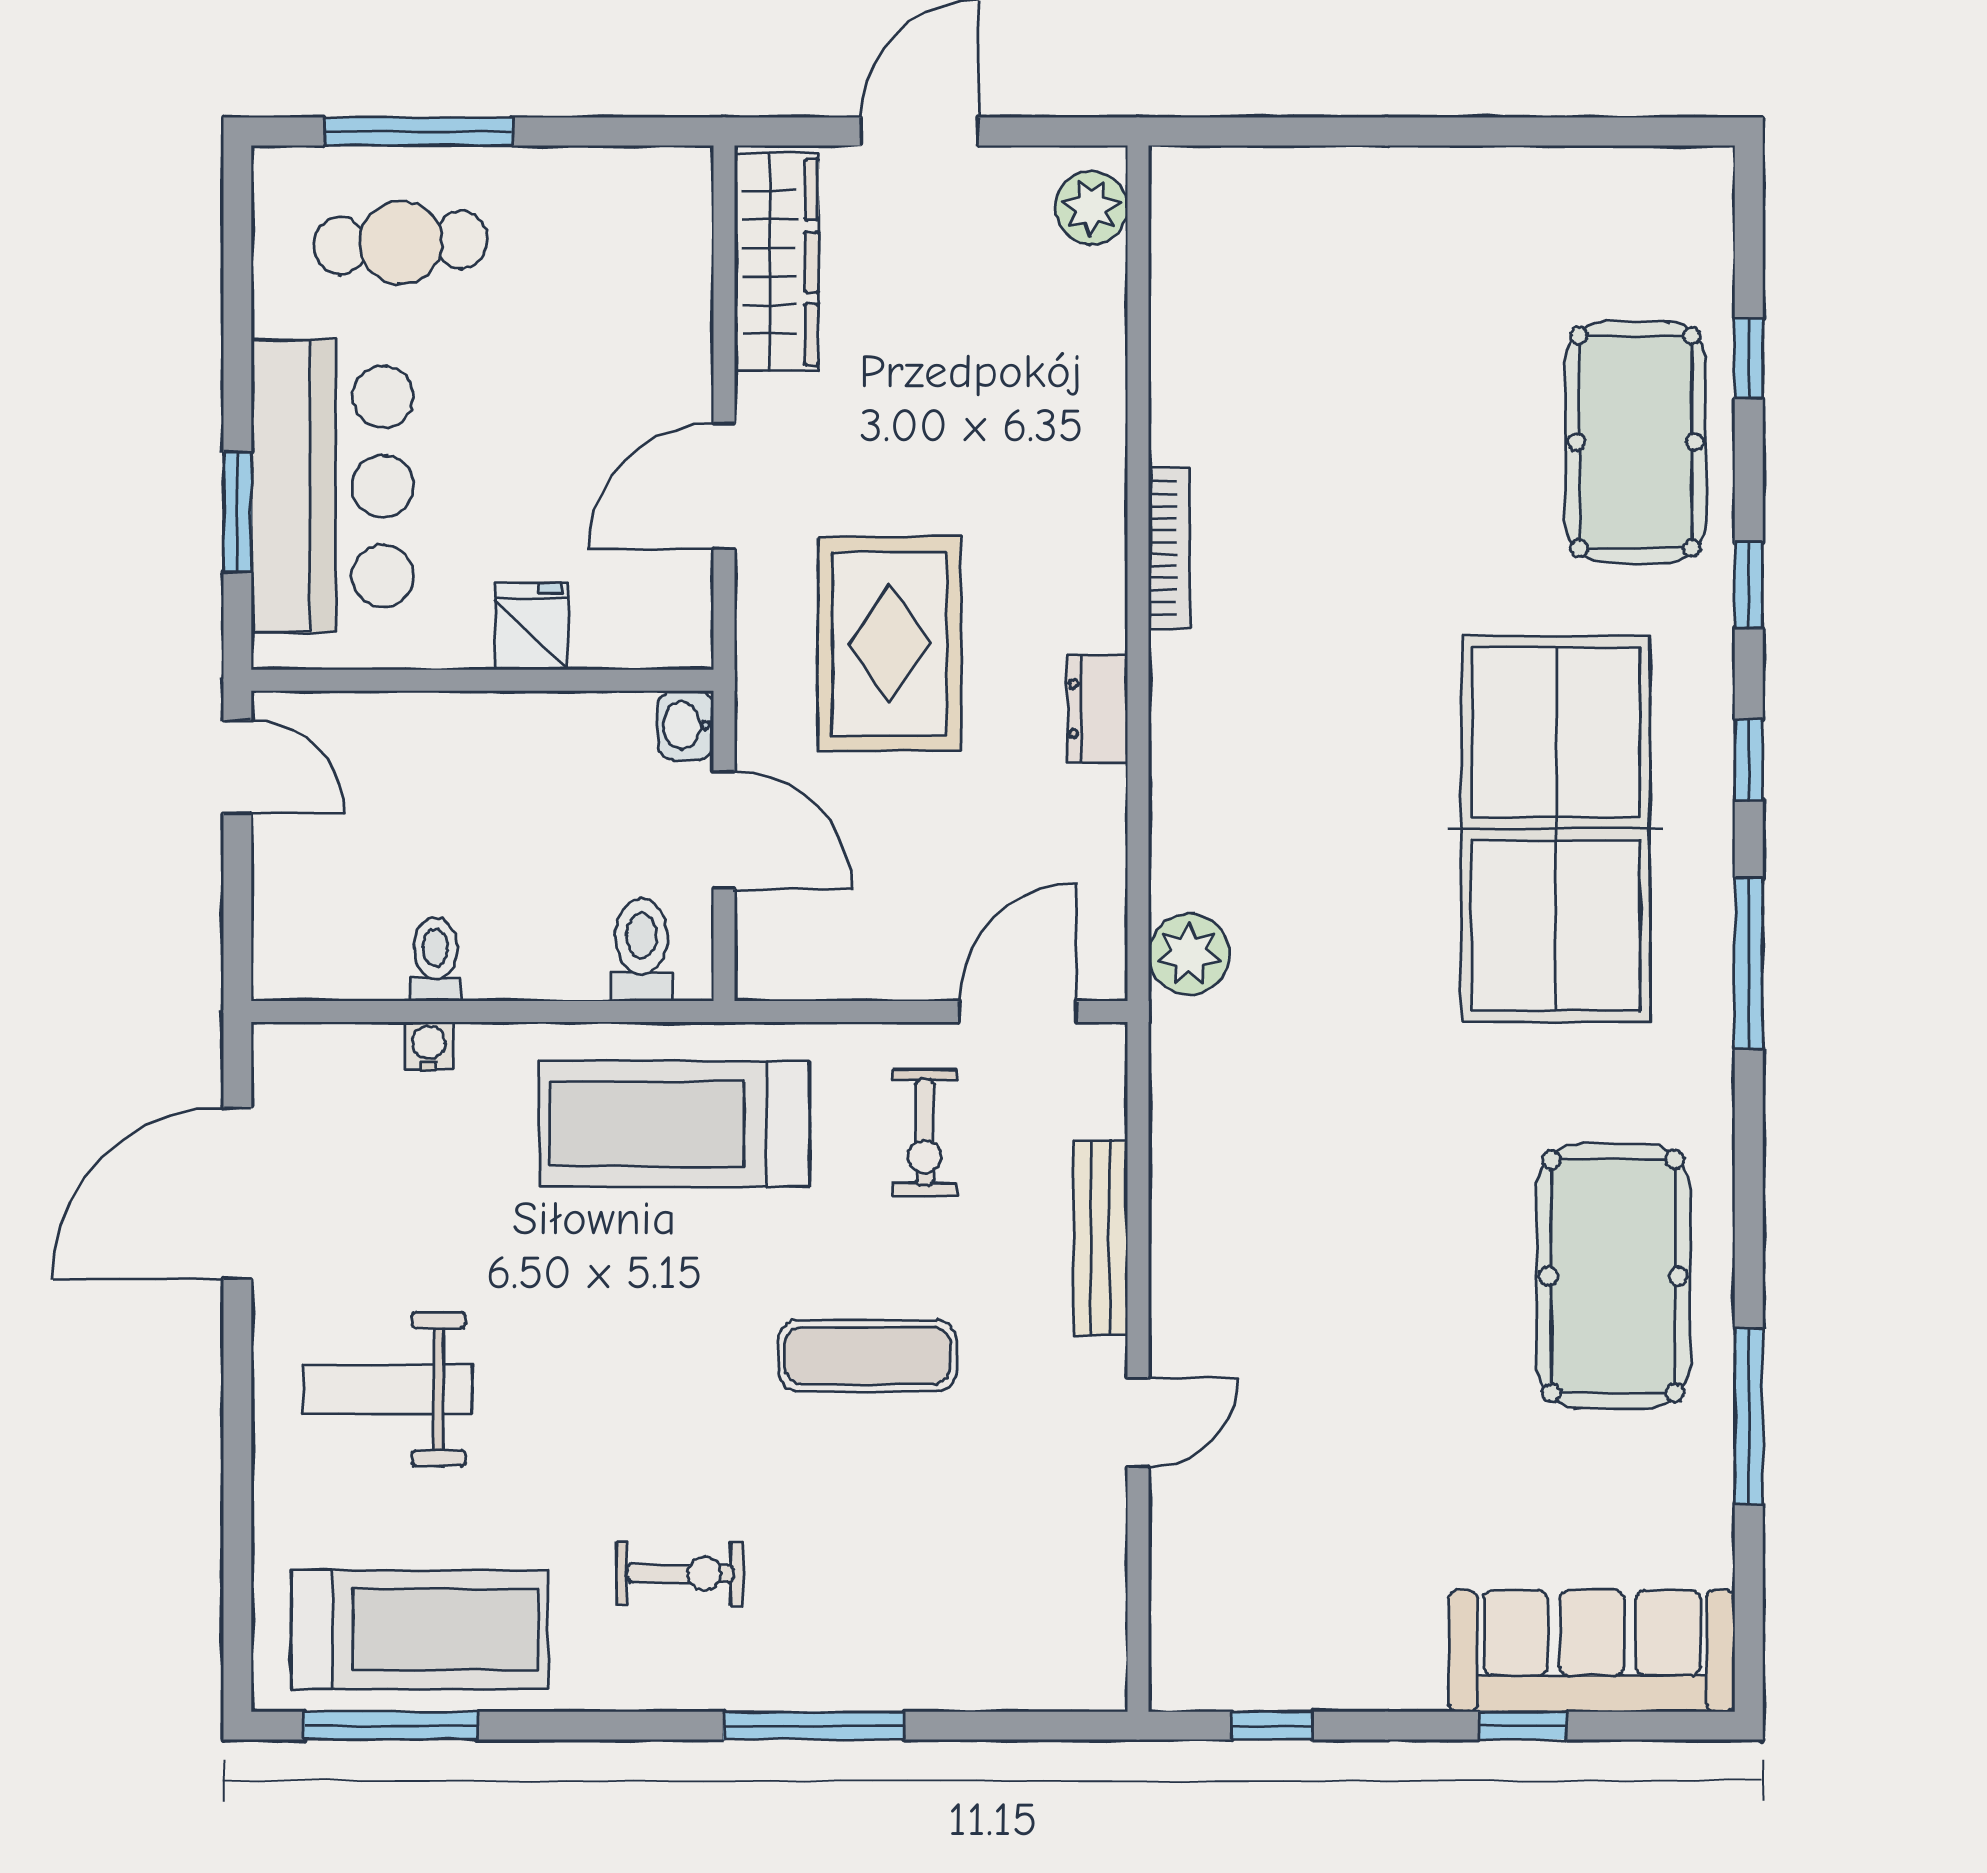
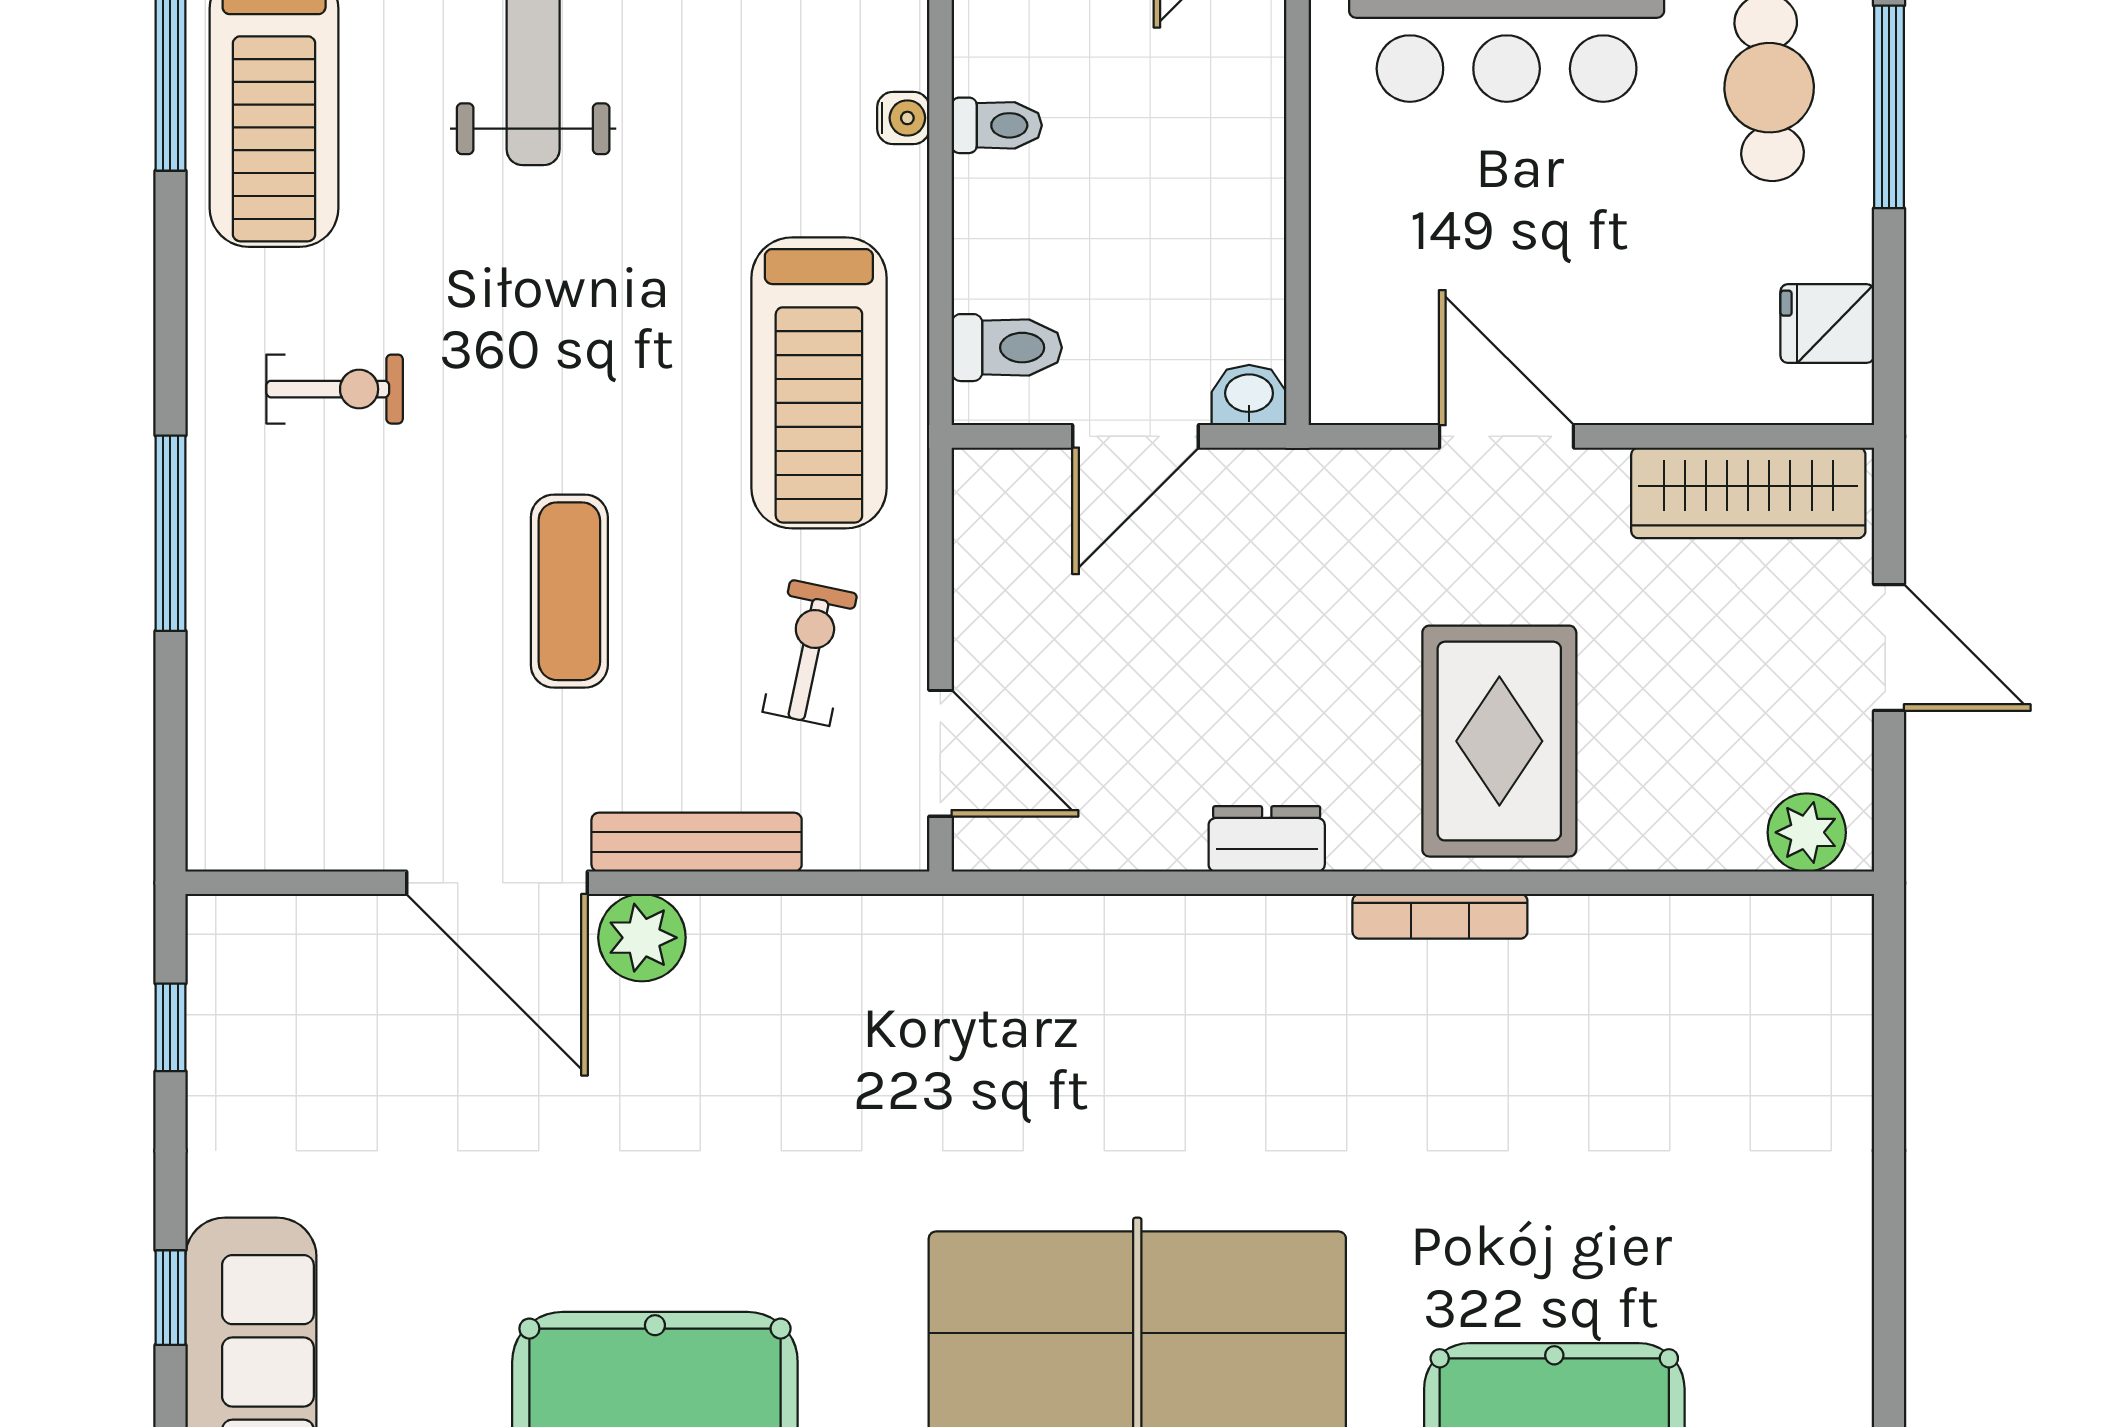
fridge: (531, 626) -> (1827, 324), moved, turned 180
rug: (889, 644) -> (1499, 741), moved, turned 90
plant: (1189, 954) -> (642, 938), moved
treadmill: (674, 1124) -> (819, 383), turned 180
exercise bike: (925, 1133) -> (810, 653), turned 102
door: (1138, 1423) -> (497, 883), width x1.88
exercise bike: (680, 1573) -> (335, 389), turned -90

